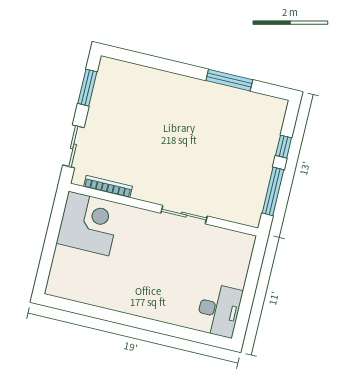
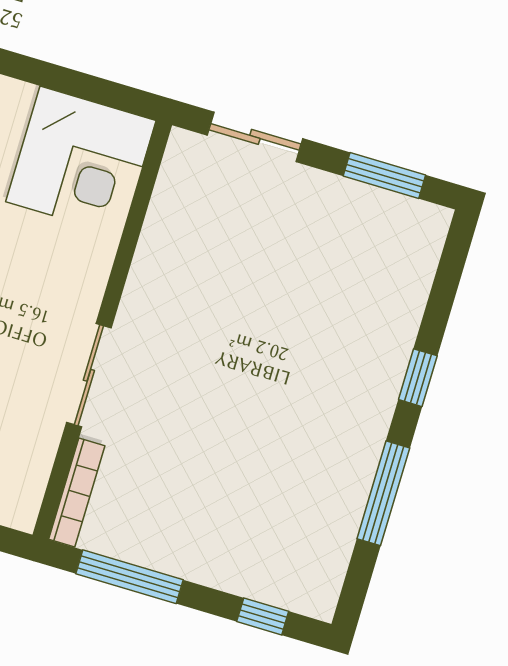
window: (177, 68) -> (418, 378), added
window: (284, 147) -> (263, 616), moved
bookcase: (108, 186) -> (77, 492), moved

